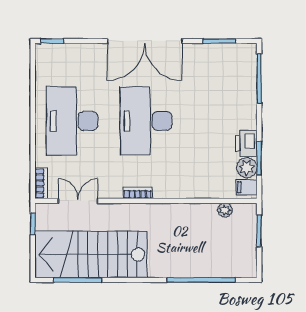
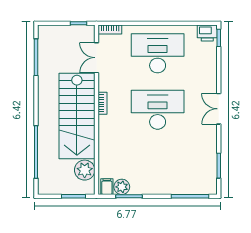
double door: (145, 41) -> (219, 109), width x0.54
printer: (246, 143) -> (207, 33), moved, turned 180
double door: (78, 201) -> (96, 58), swing flipped
plant: (225, 210) -> (85, 170), width x1.88, depth x1.88
stairs: (91, 254) -> (77, 116), moved, turned 180

